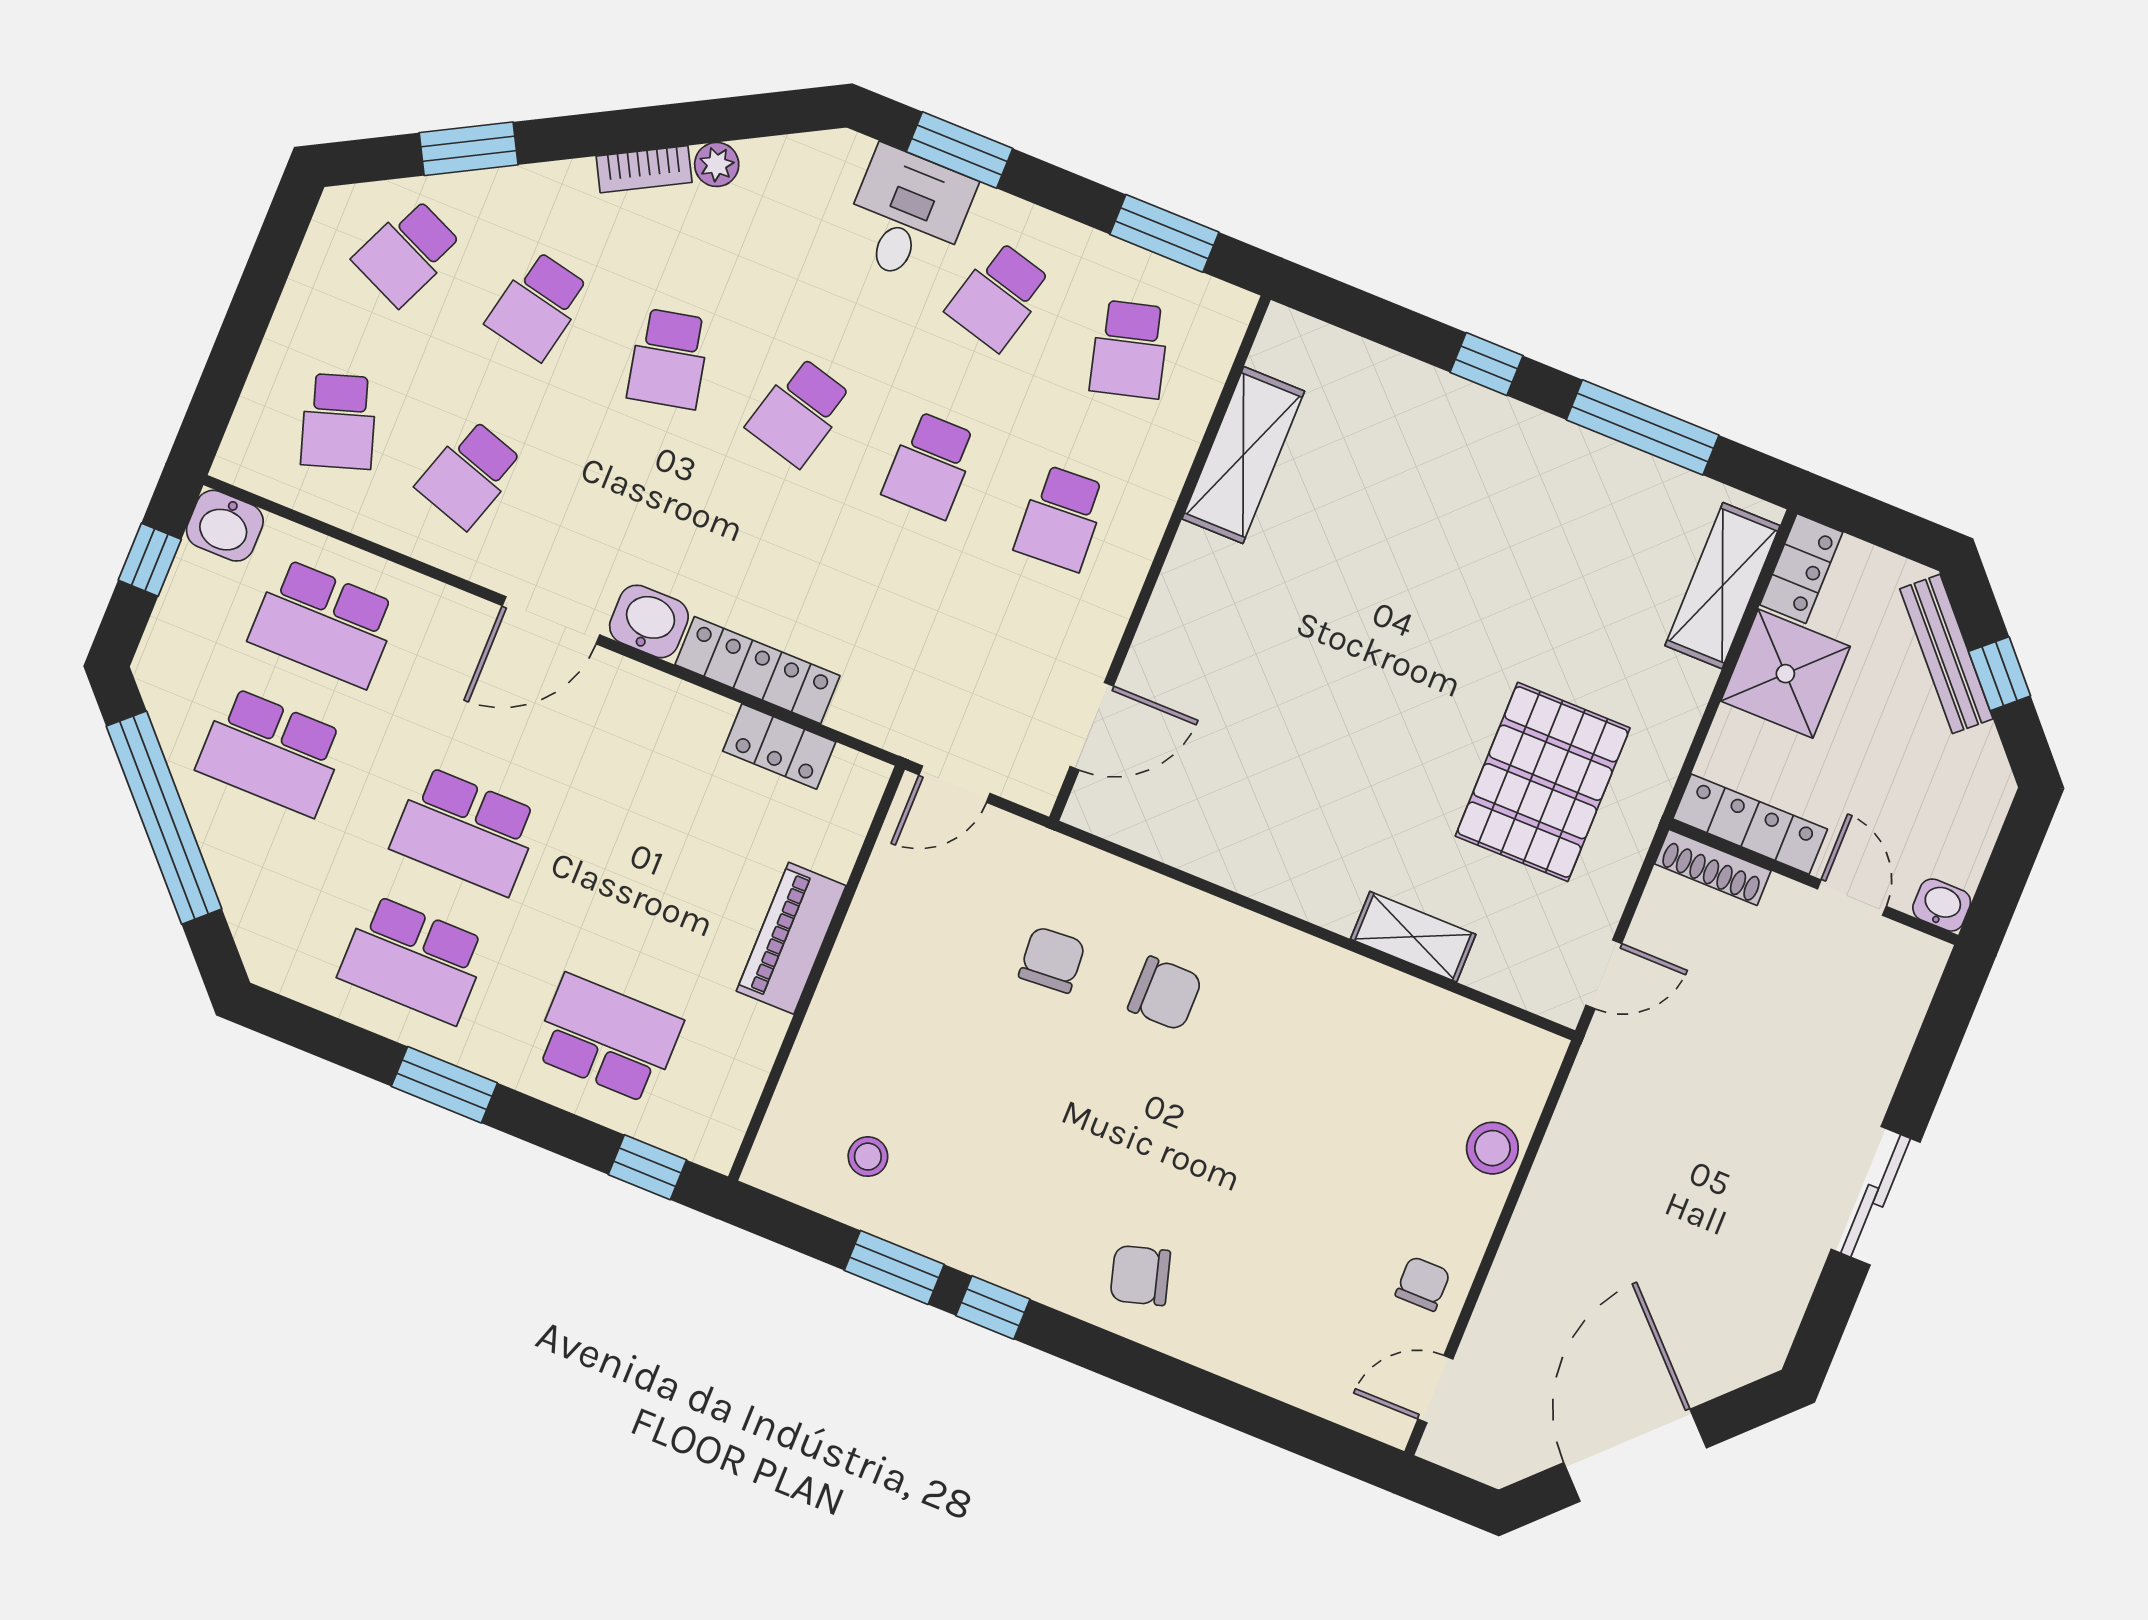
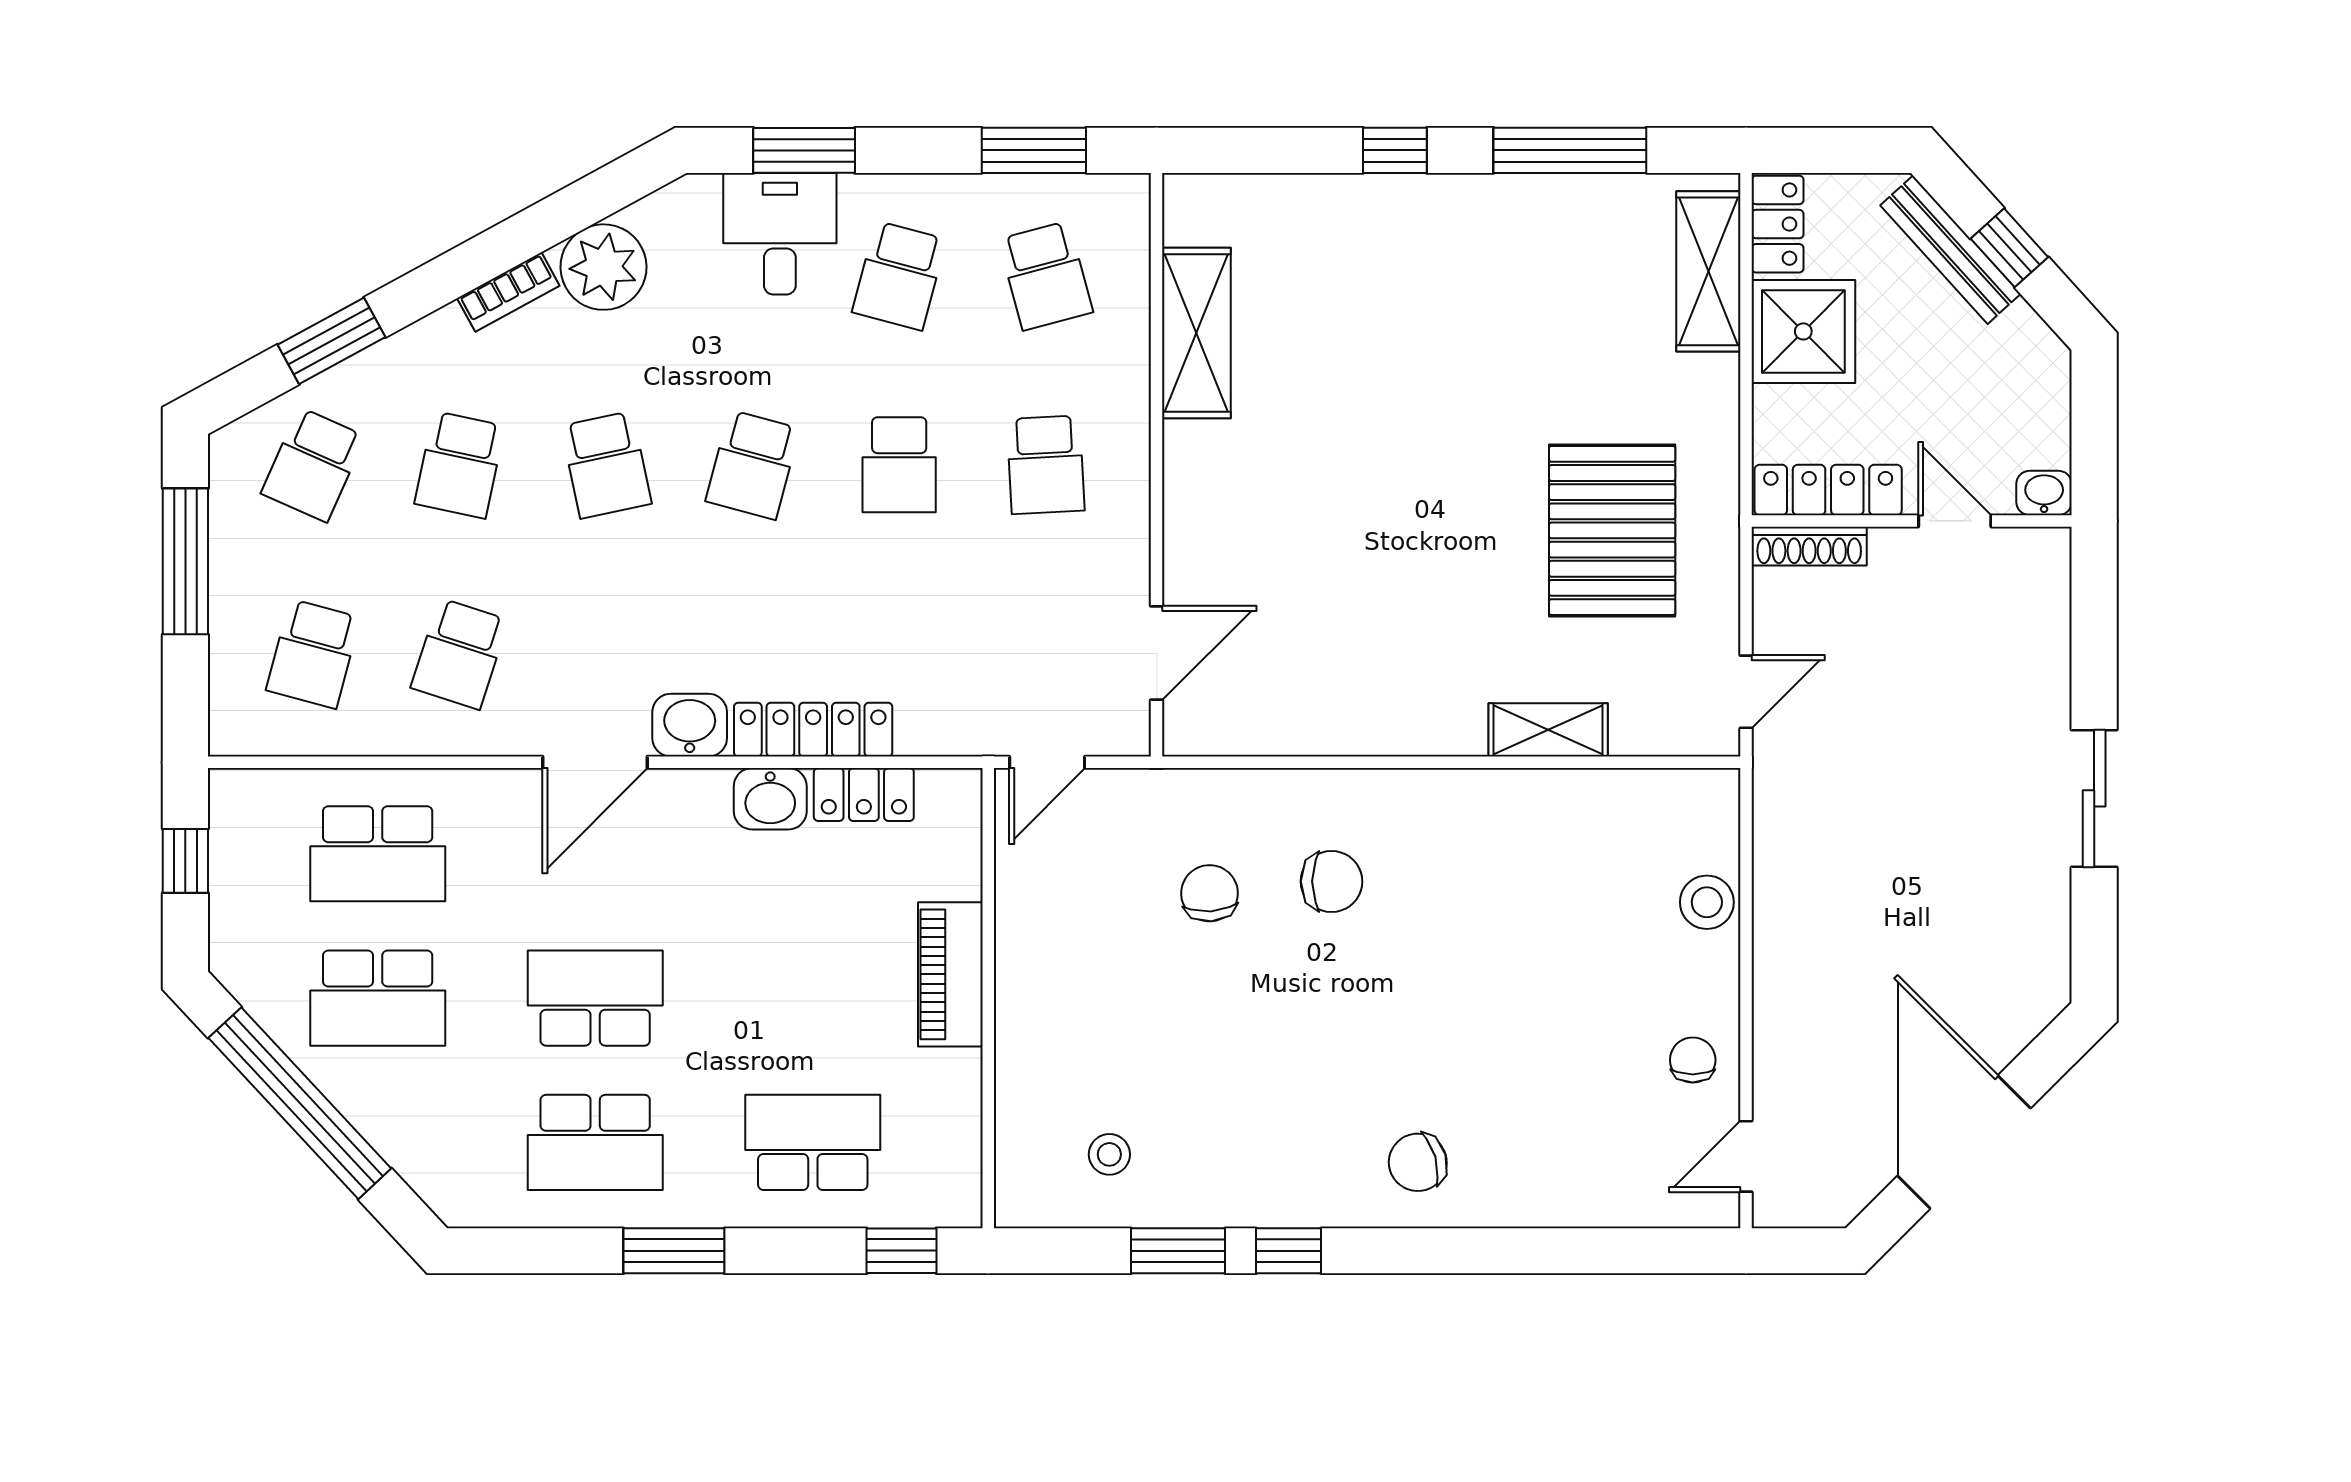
plant: (717, 164) -> (604, 267), width x1.87, depth x1.87
window: (258, 293) -> (185, 561), added
school desk: (339, 421) -> (313, 654), turned 33
washbasin: (225, 526) -> (770, 799), moved
school desk: (466, 831) -> (595, 998), turned 180

